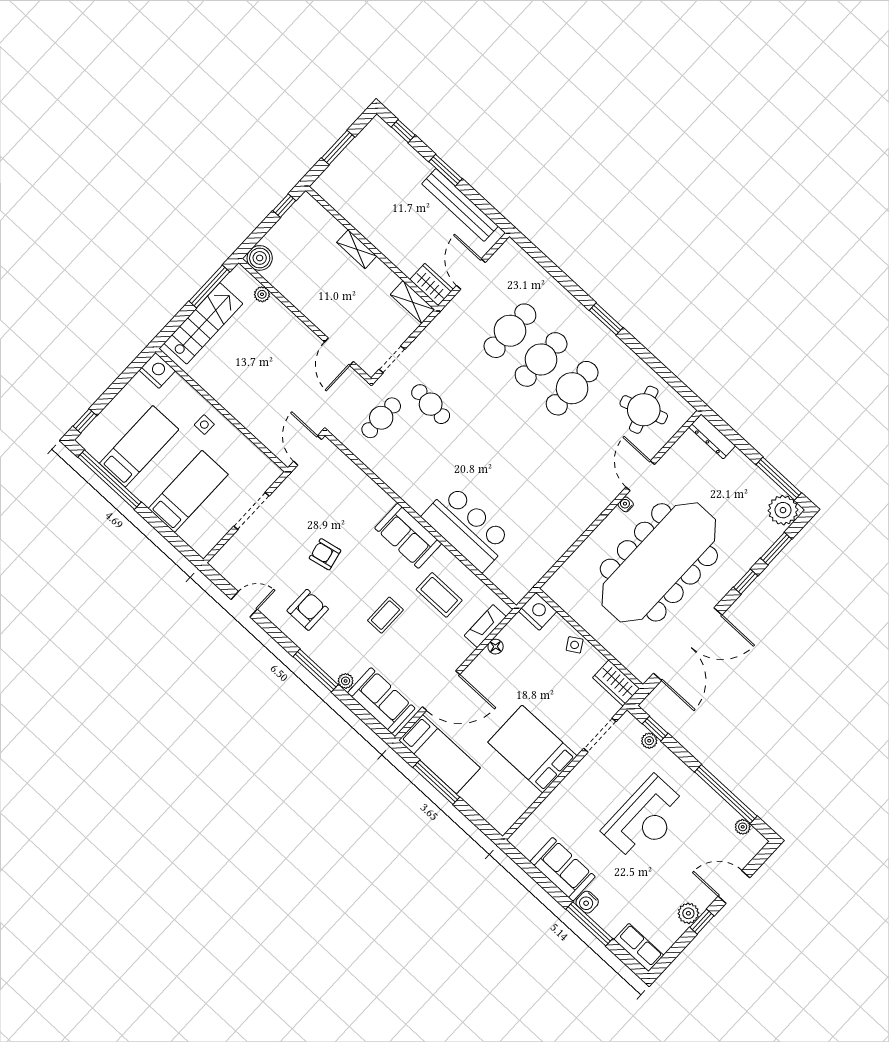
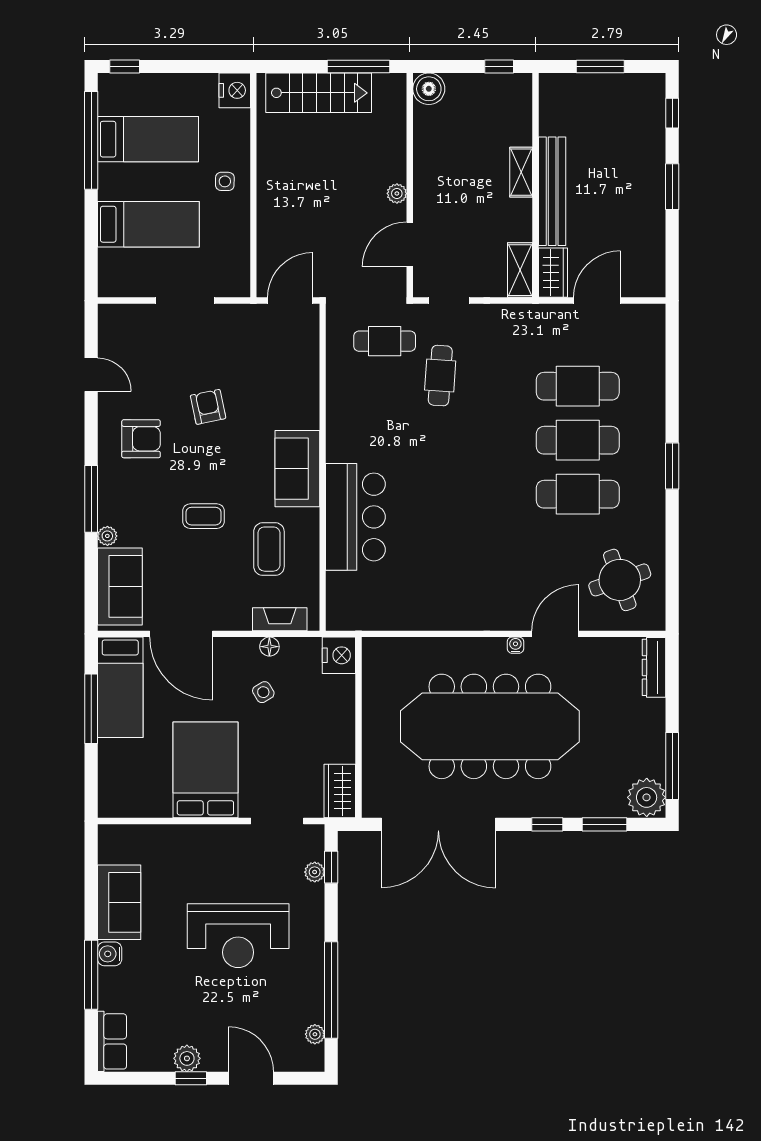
bench: (460, 205) -> (552, 191), moved
plant: (262, 294) -> (397, 193), moved
side table: (575, 645) -> (263, 692), moved

